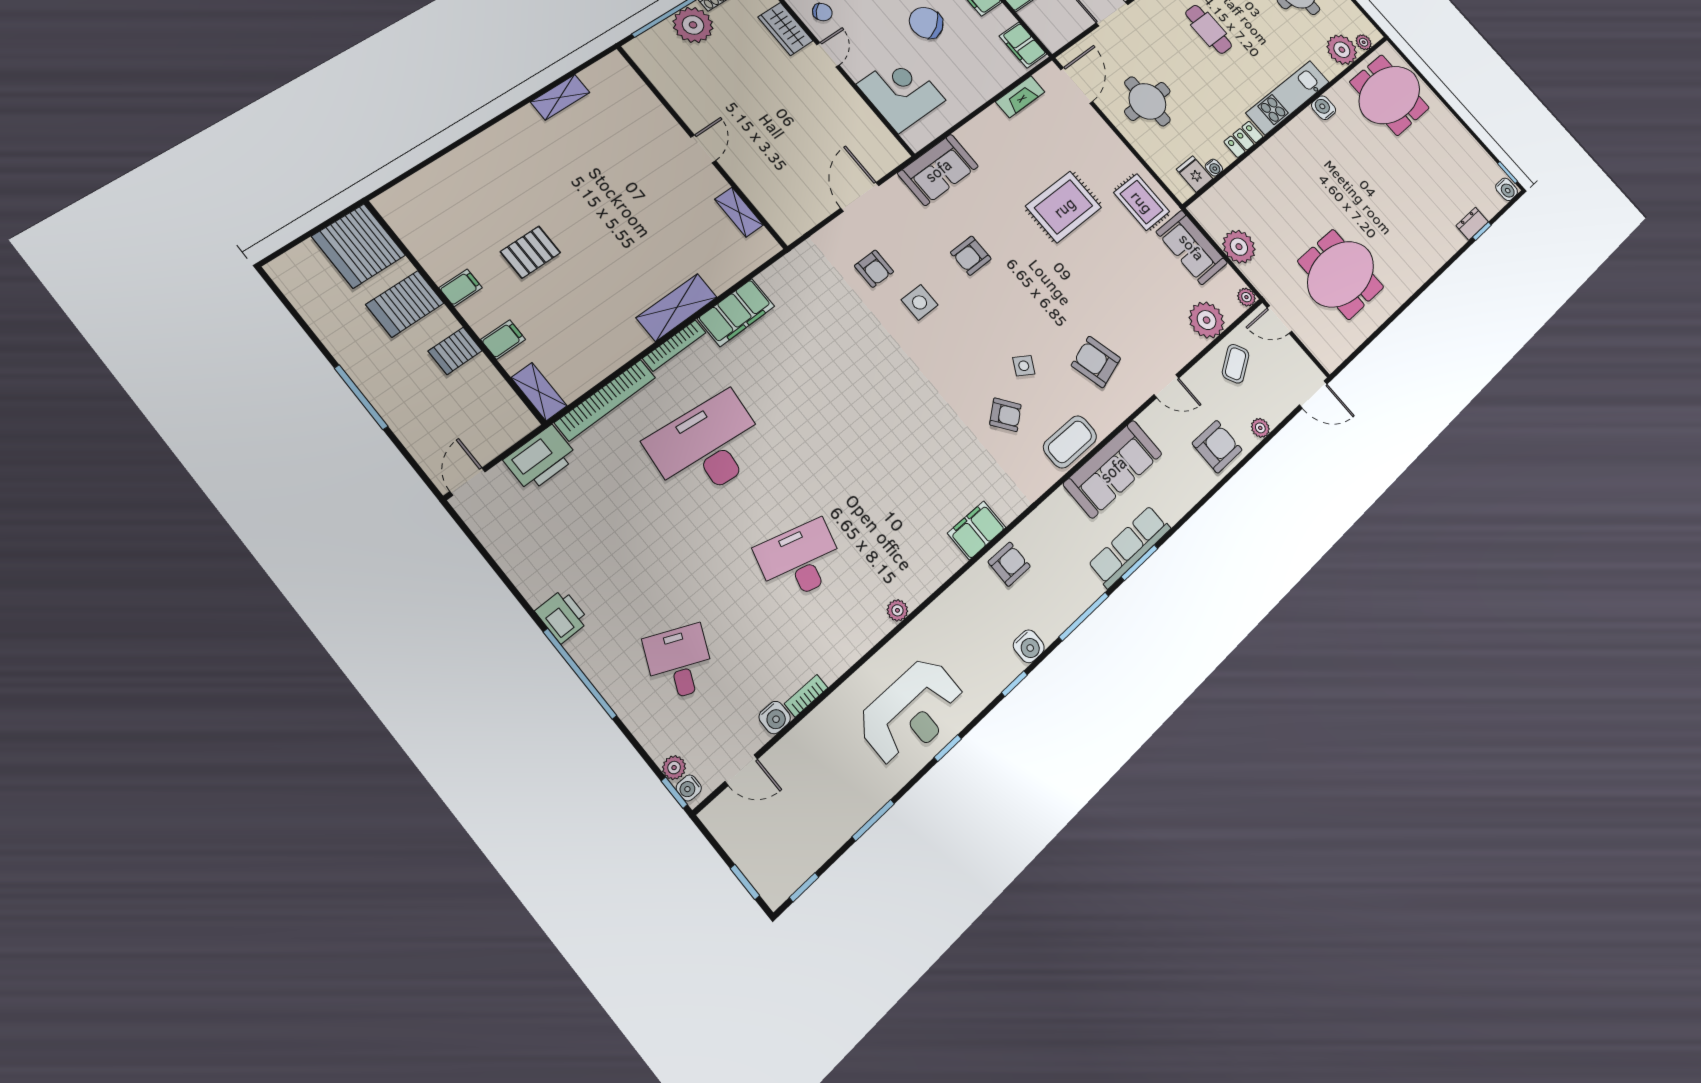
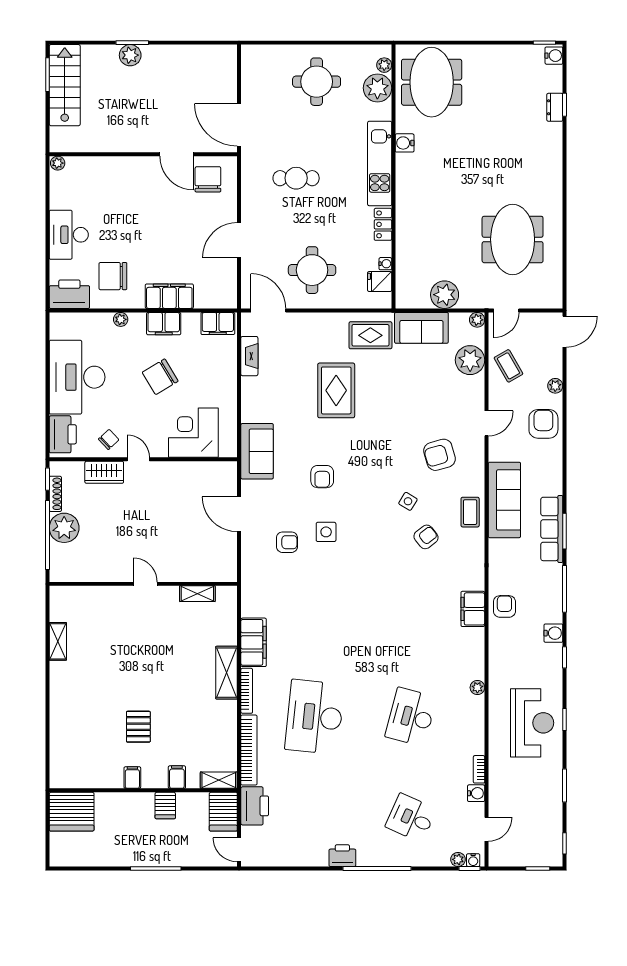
server rack: (405, 304) -> (223, 812), moved
coffee table: (1070, 442) -> (470, 512), width x0.73, depth x0.77

